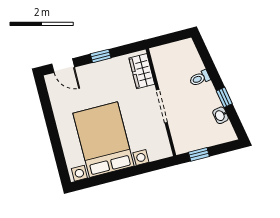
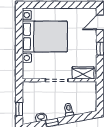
window: (199, 154) -> (19, 109), moved

